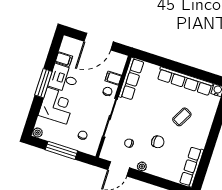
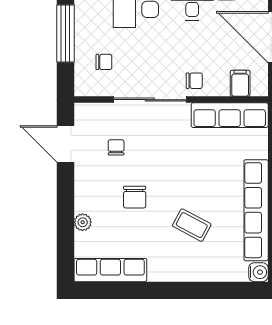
filing cabinet: (113, 78) -> (240, 83), moved
plant: (142, 166) -> (83, 222), moved

